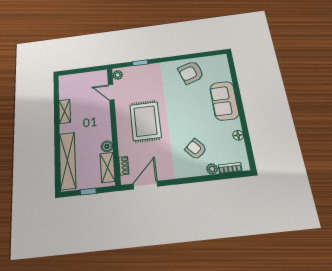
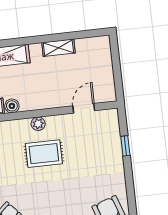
plant: (118, 75) -> (38, 124), moved
rug: (145, 121) -> (44, 154), width x0.73, depth x0.70

